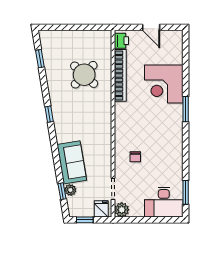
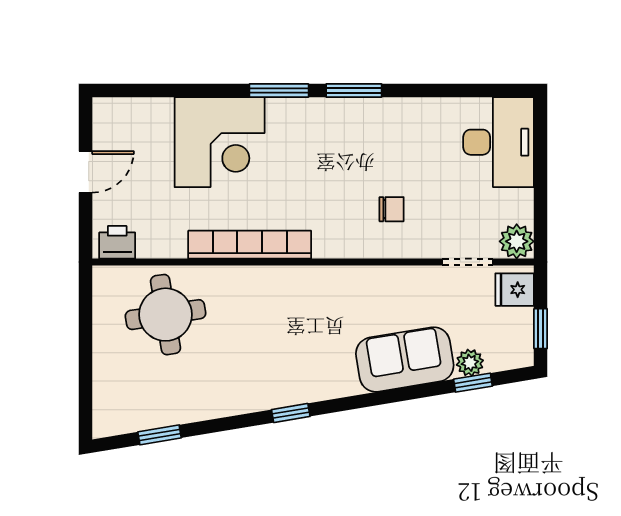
round table: (84, 75) -> (166, 315), moved, turned 38
bookcase: (120, 75) -> (250, 245), moved
window: (186, 192) -> (354, 90), moved

